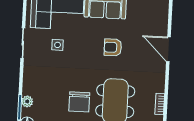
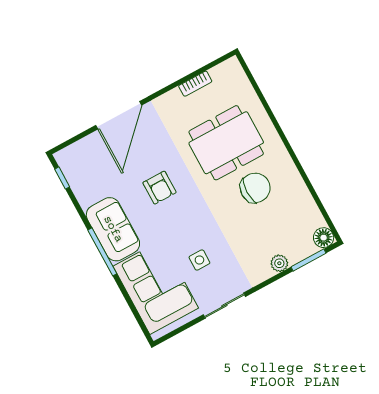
door: (168, 49) -> (119, 115), width x1.36
plant: (27, 101) -> (279, 263), moved

